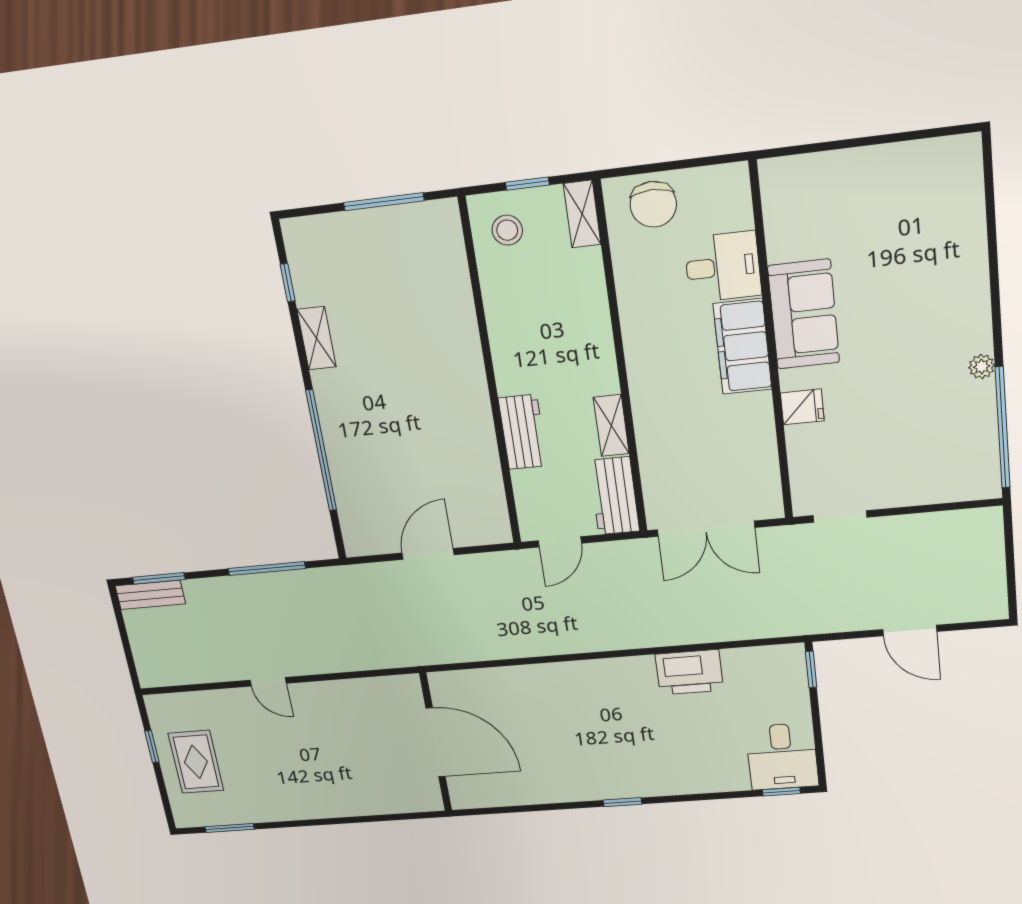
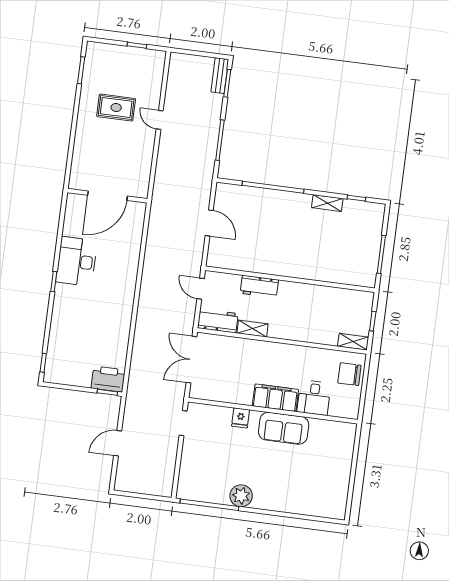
stool: (507, 230) -> (355, 306), removed
plant: (982, 367) -> (241, 496), width x1.88, depth x1.88
printer: (689, 672) -> (108, 379), moved, turned 90
door: (268, 682) -> (160, 120), hinge flipped
desk: (782, 757) -> (77, 261), moved, width x1.37
rug: (196, 762) -> (116, 108), moved

